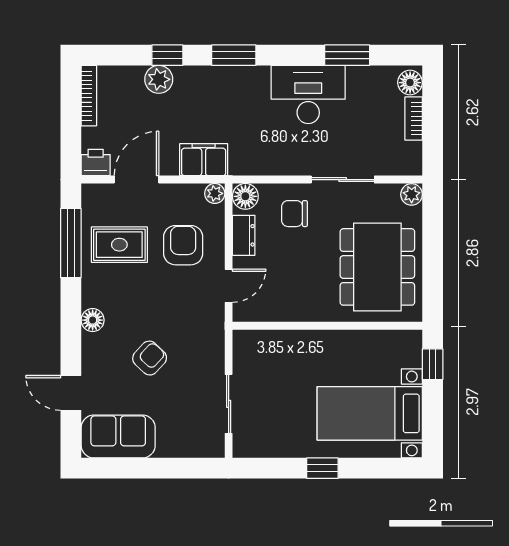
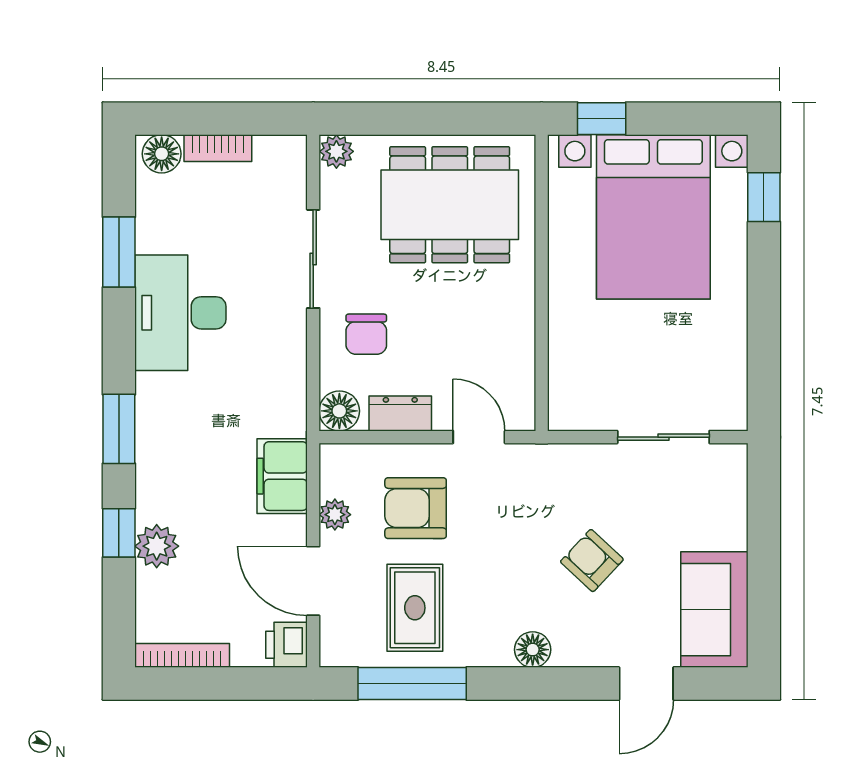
plant: (215, 193) -> (335, 515), moved
bed with nightstands: (370, 413) -> (653, 217), width x1.36
window: (322, 468) -> (764, 197), moved

